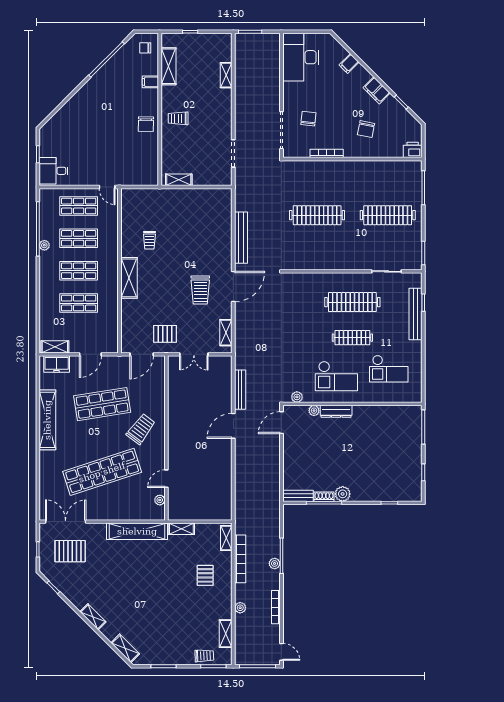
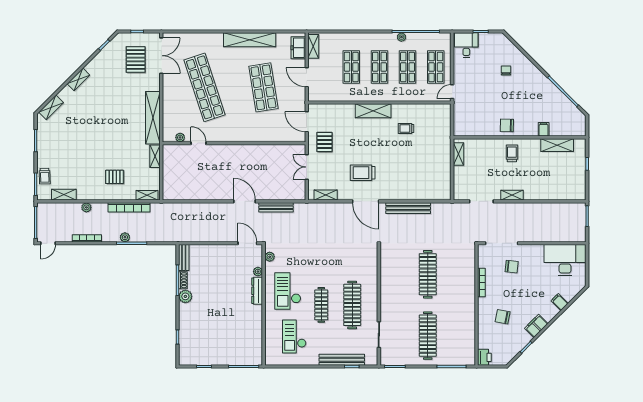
chair: (145, 48) -> (506, 71), moved
shelving: (226, 75) -> (512, 195), moved
trolley: (141, 429) -> (242, 121), removed

